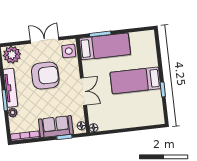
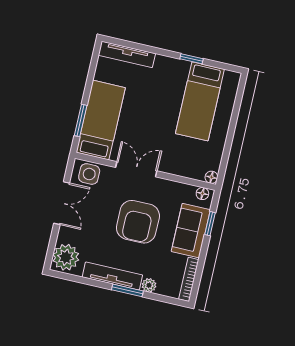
double door: (45, 40) -> (62, 203), swing flipped
tv unit: (151, 48) -> (127, 54), added
armchair: (45, 76) -> (138, 222), moved, turned 180
bed: (135, 80) -> (200, 101), moved
double door: (83, 91) -> (136, 169), moved

